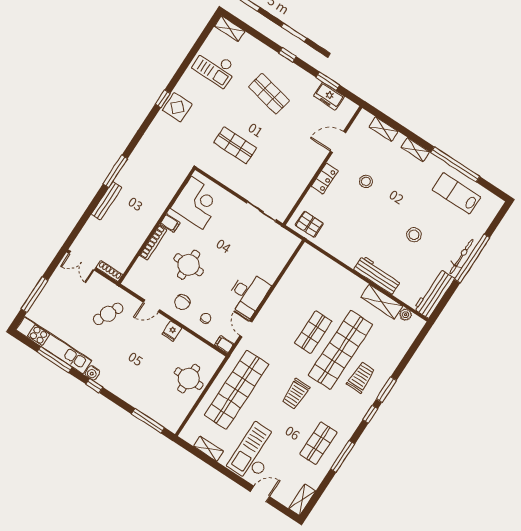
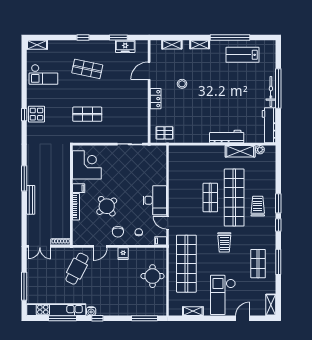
stool: (414, 235) -> (233, 97), removed
round table: (189, 265) -> (107, 206), turned -38
cafe table: (108, 314) -> (77, 269), width x1.37, depth x1.35

